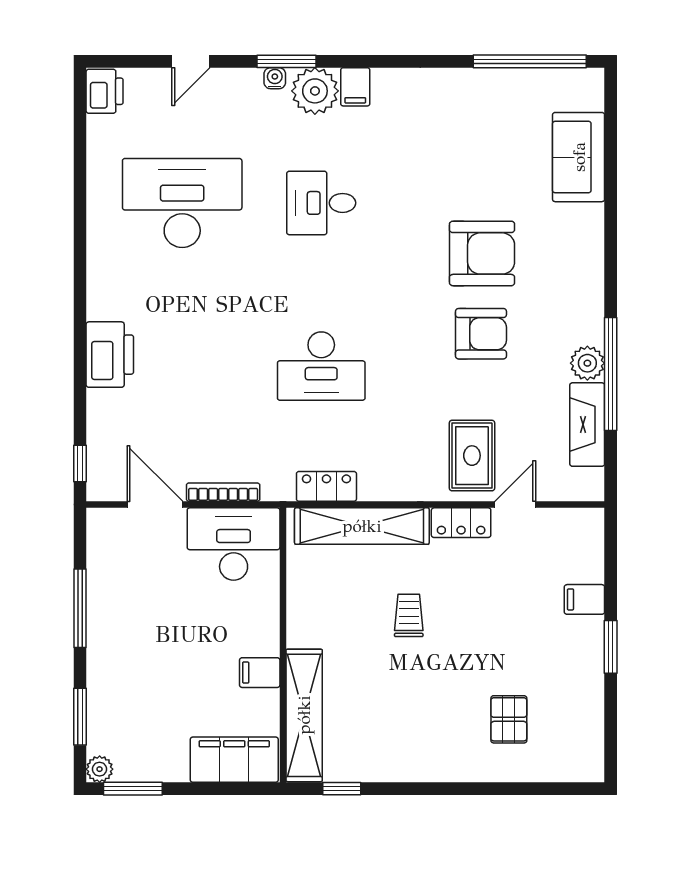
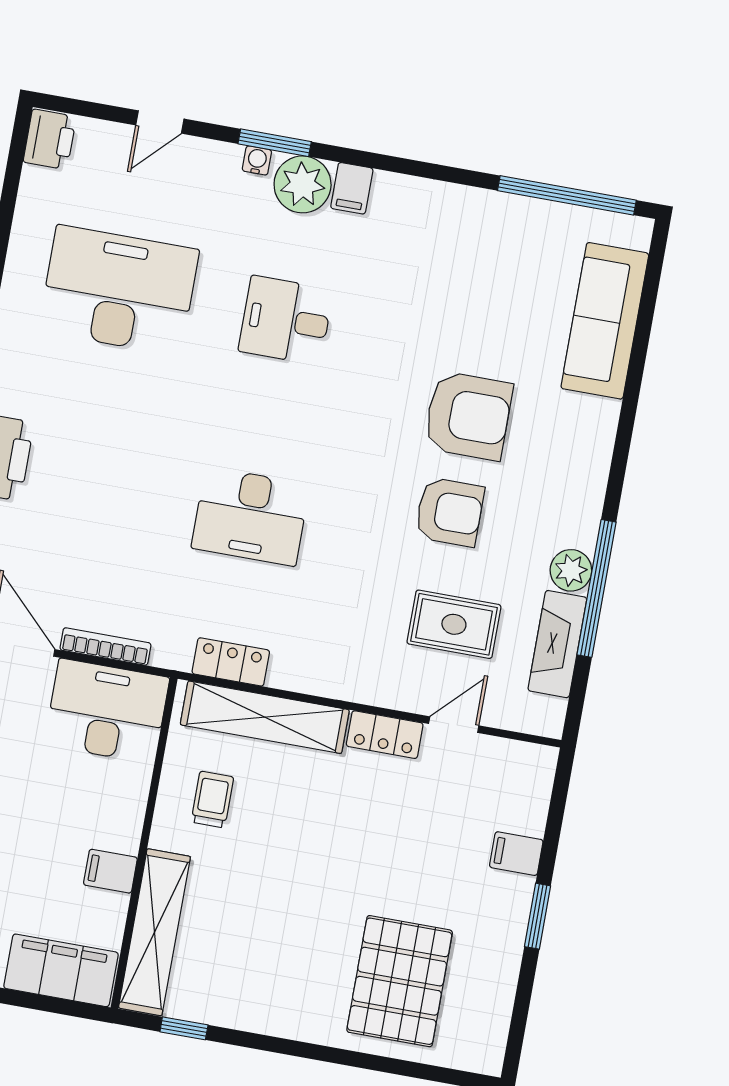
sofa: (579, 157) -> (605, 321), width x1.36
rug: (472, 456) -> (454, 624), moved, turned 90
trolley: (409, 615) -> (212, 800), moved
pallet: (509, 719) -> (400, 981), width x2.05, depth x2.00

